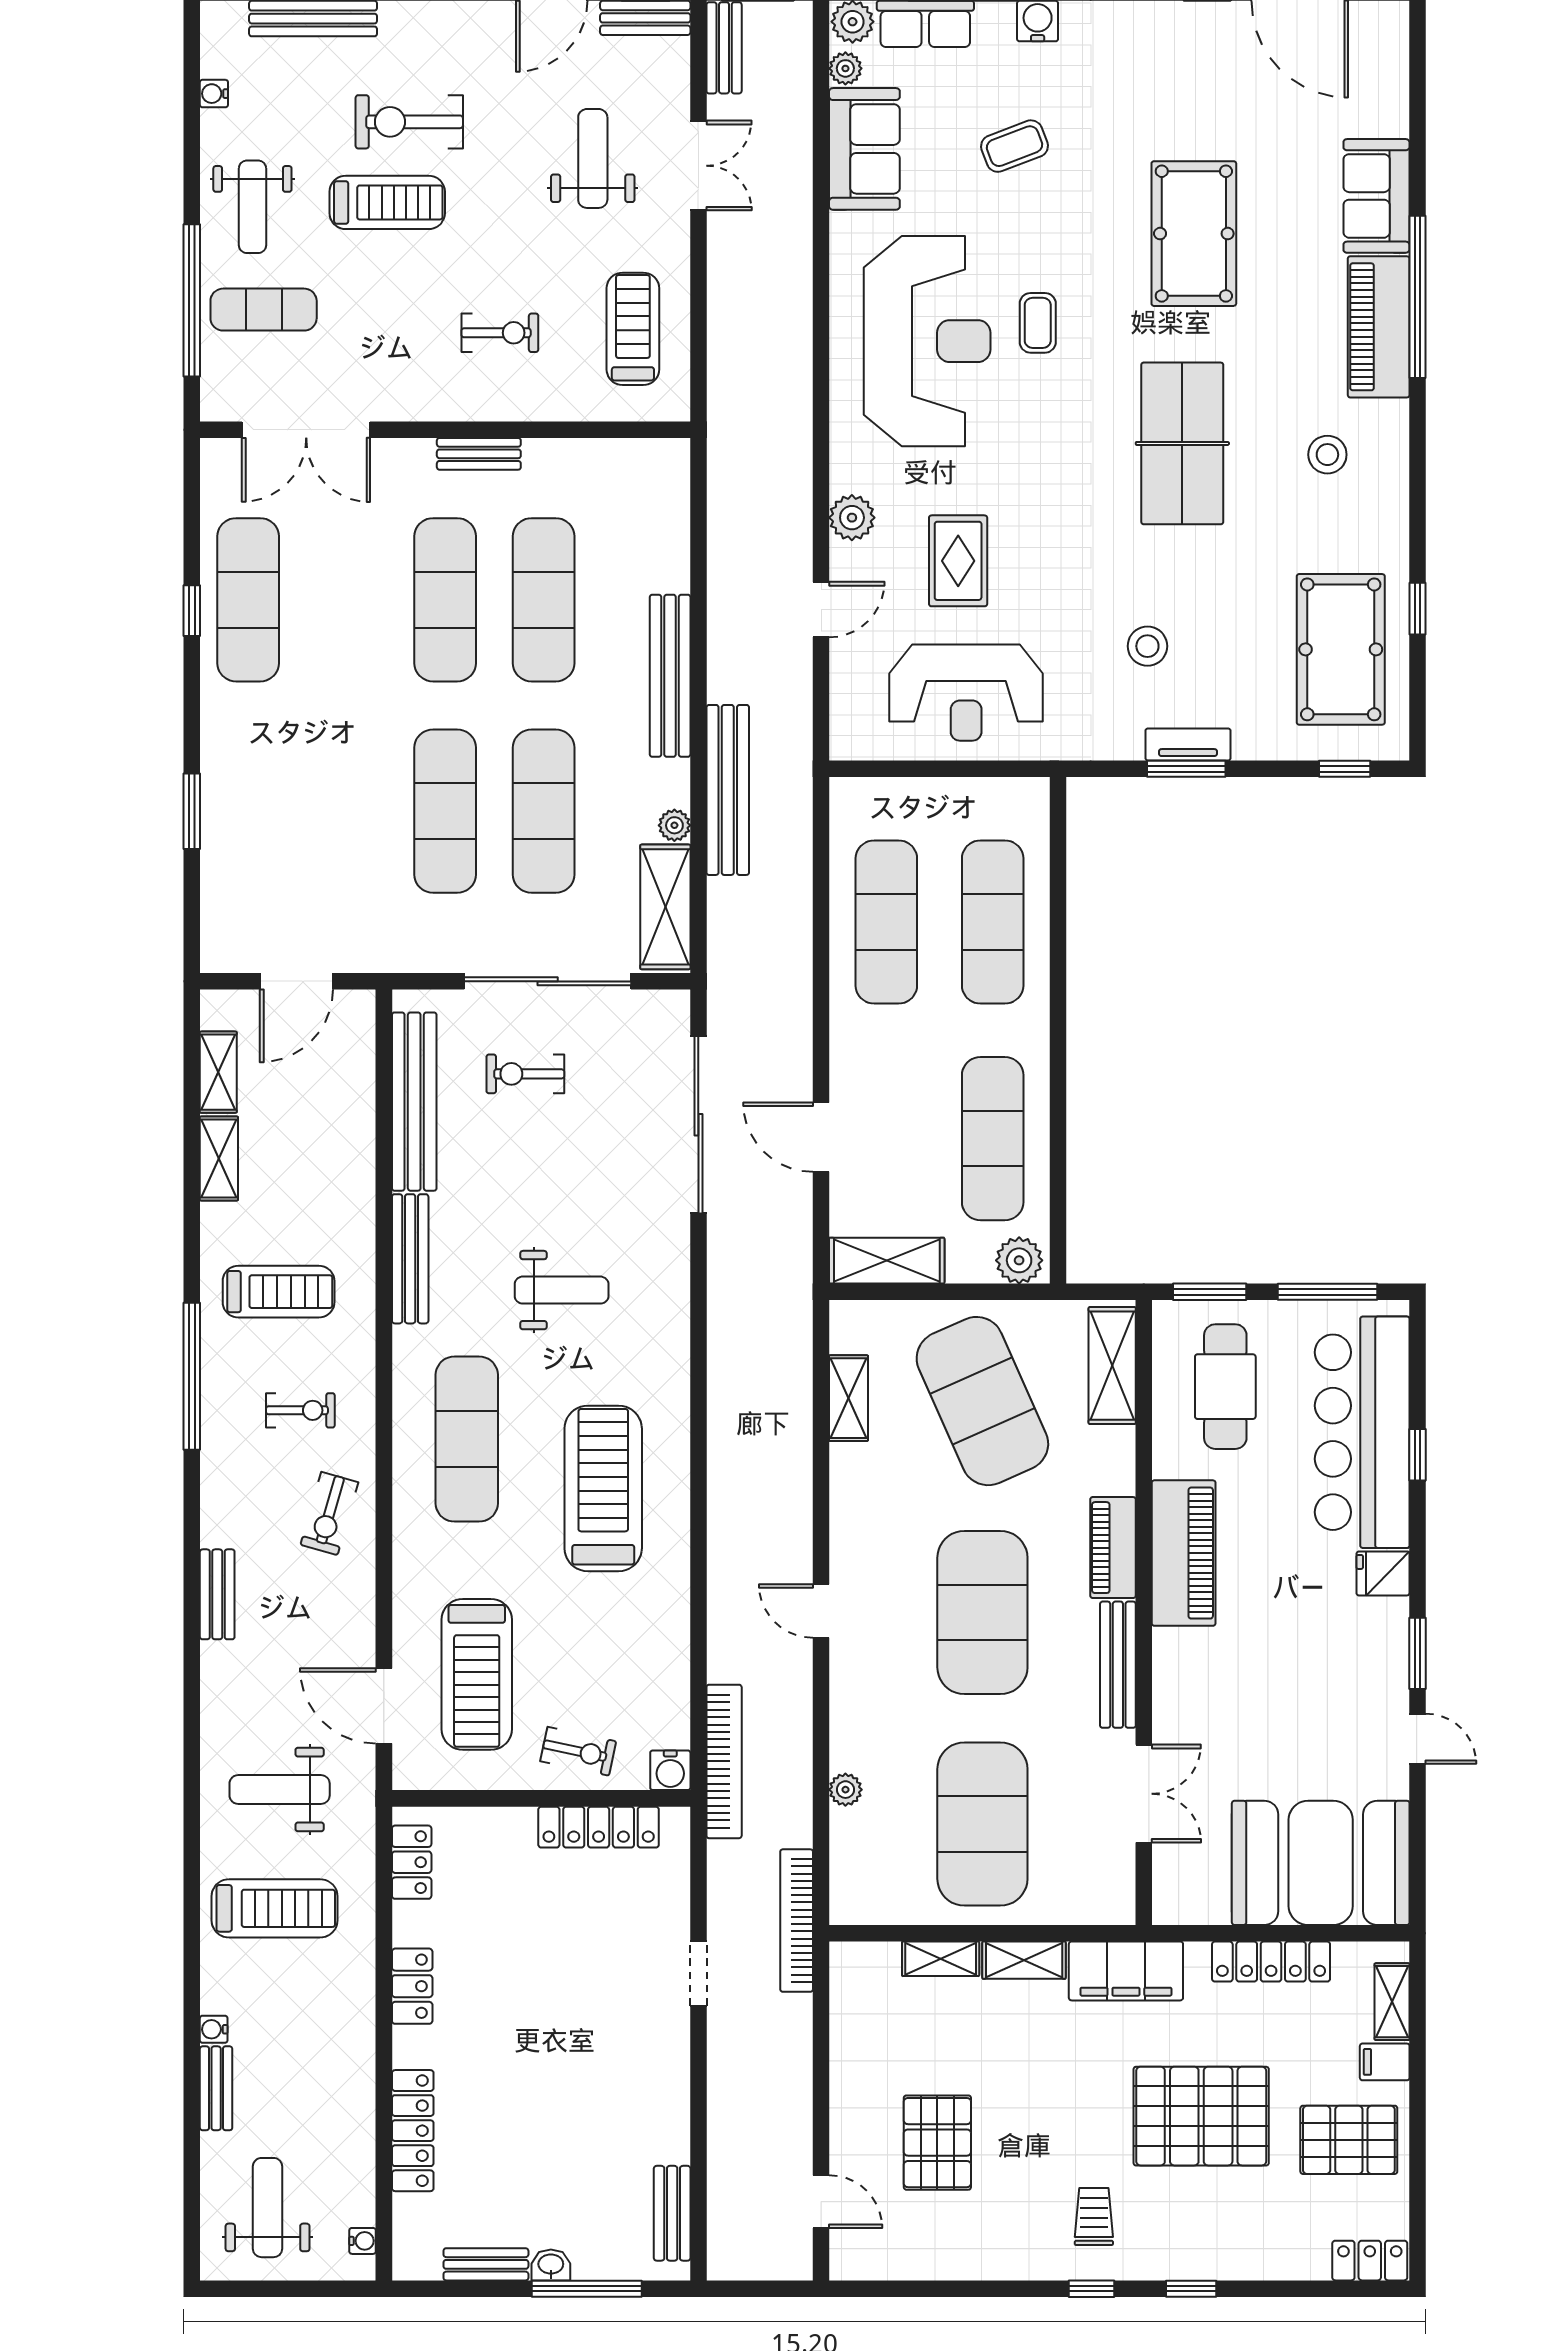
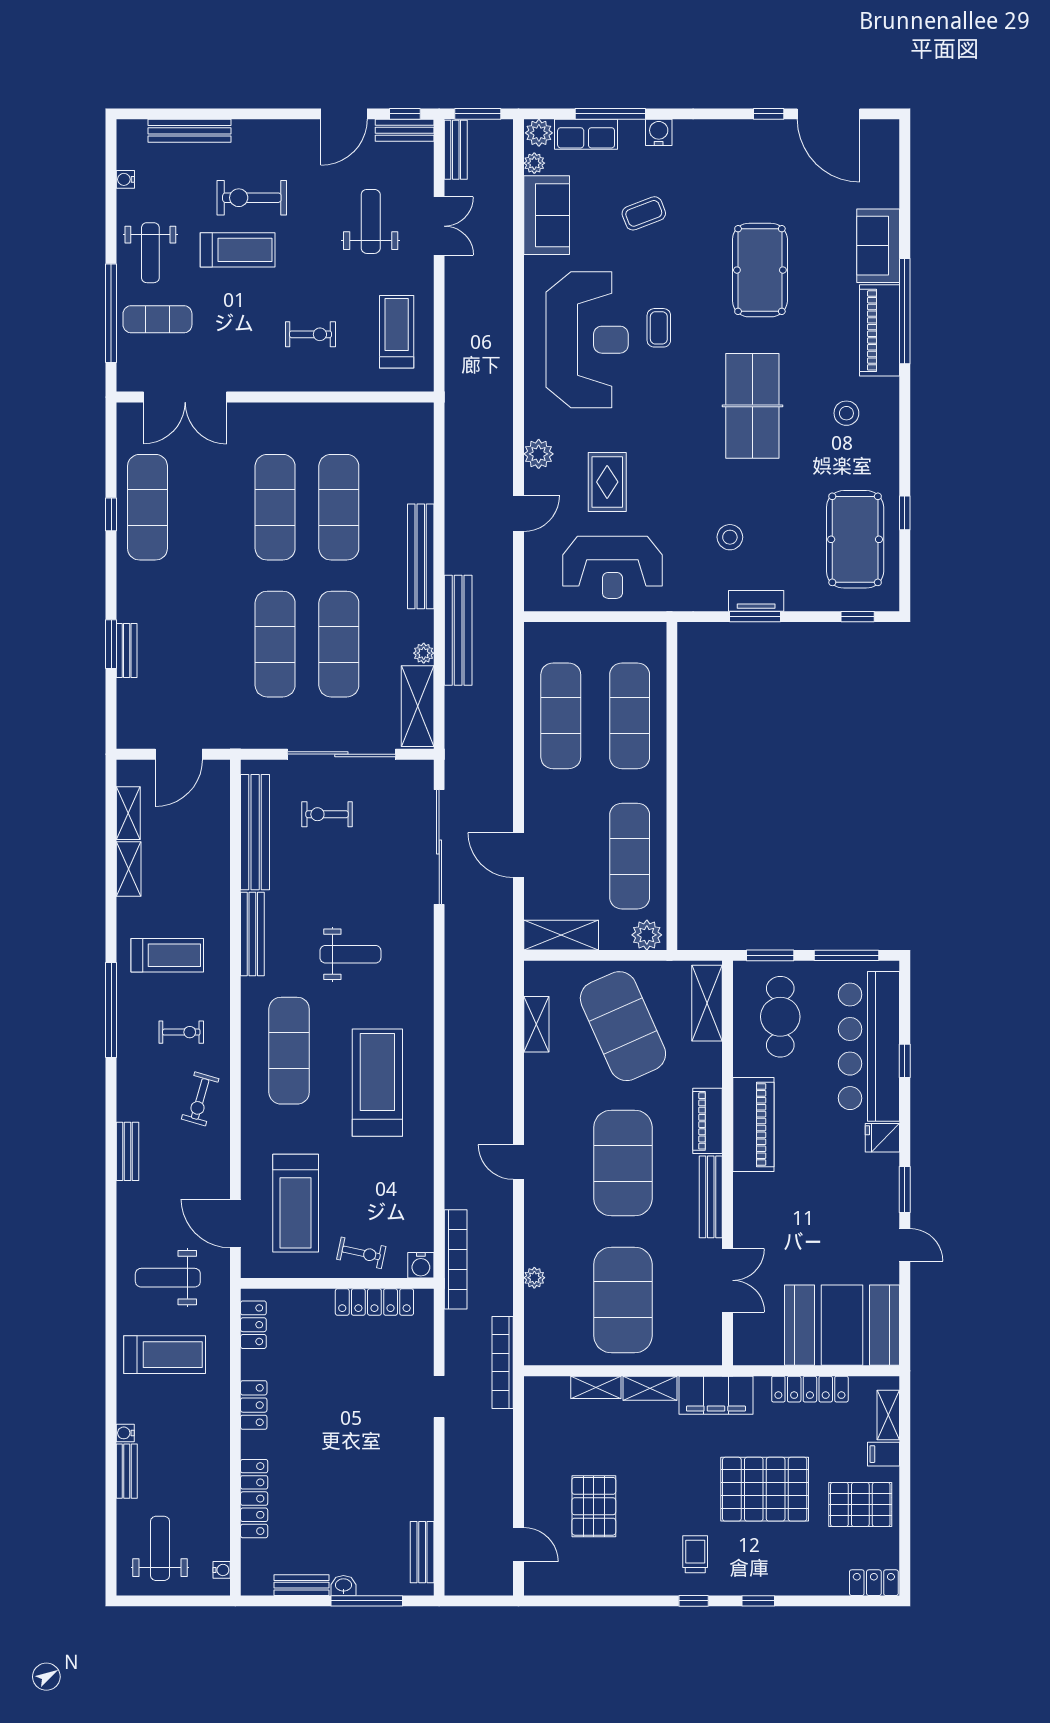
bench: (479, 454) -> (127, 651), moved, turned 90

